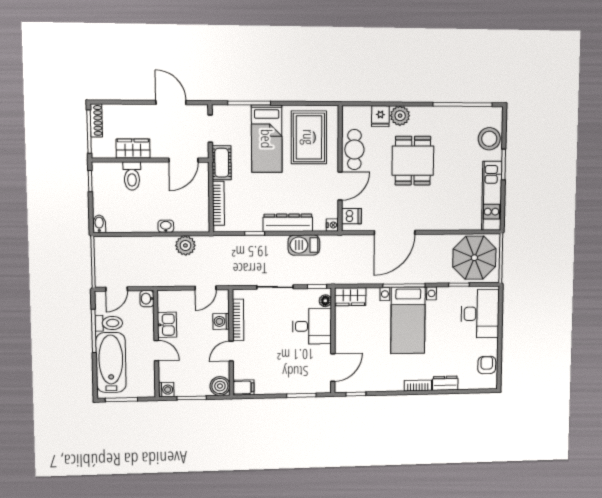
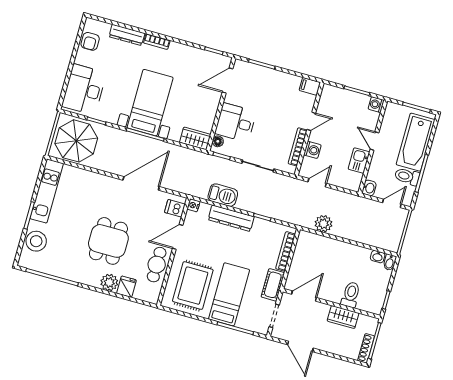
washbasin: (166, 226) -> (378, 257), moved
dresser: (445, 383) -> (127, 35), width x1.44
boiler: (220, 386) -> (330, 94), removed

